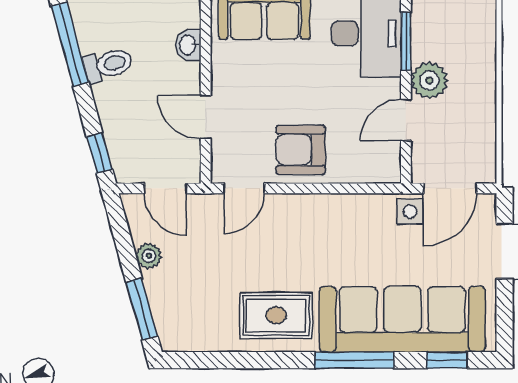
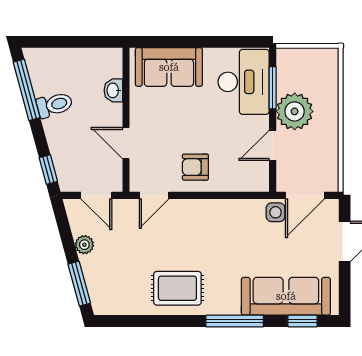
plant: (429, 80) -> (295, 111), width x1.36, depth x1.36
armchair: (301, 150) -> (195, 167), width x0.72, depth x0.72
sofa: (402, 319) -> (286, 296), width x0.74, depth x0.79

